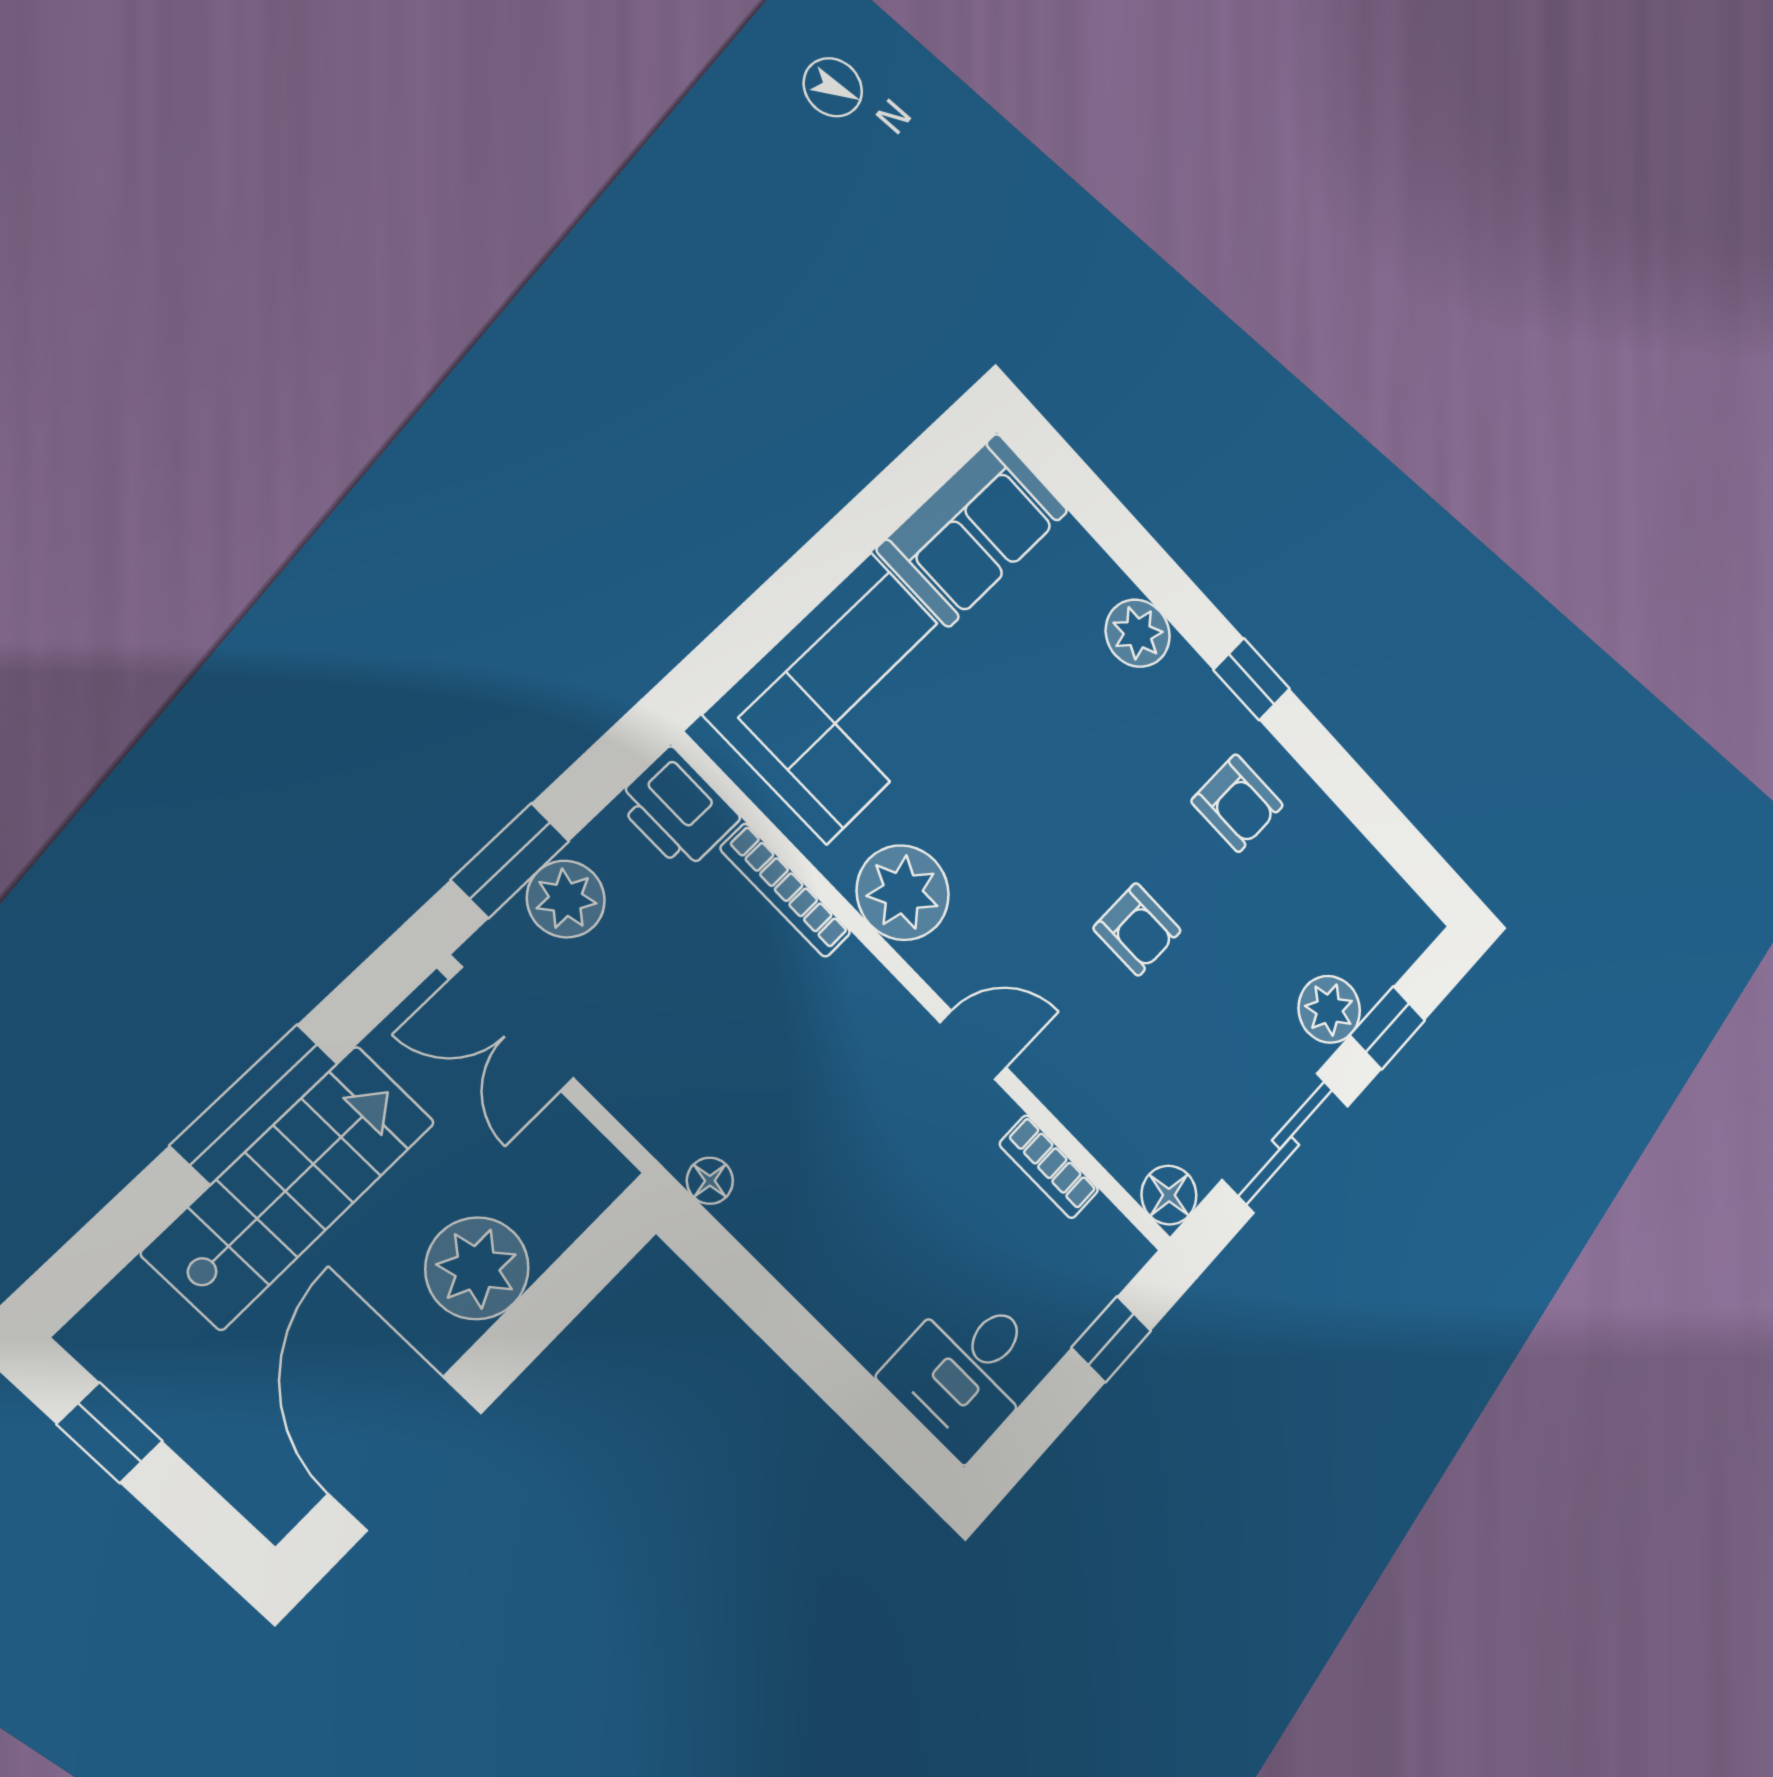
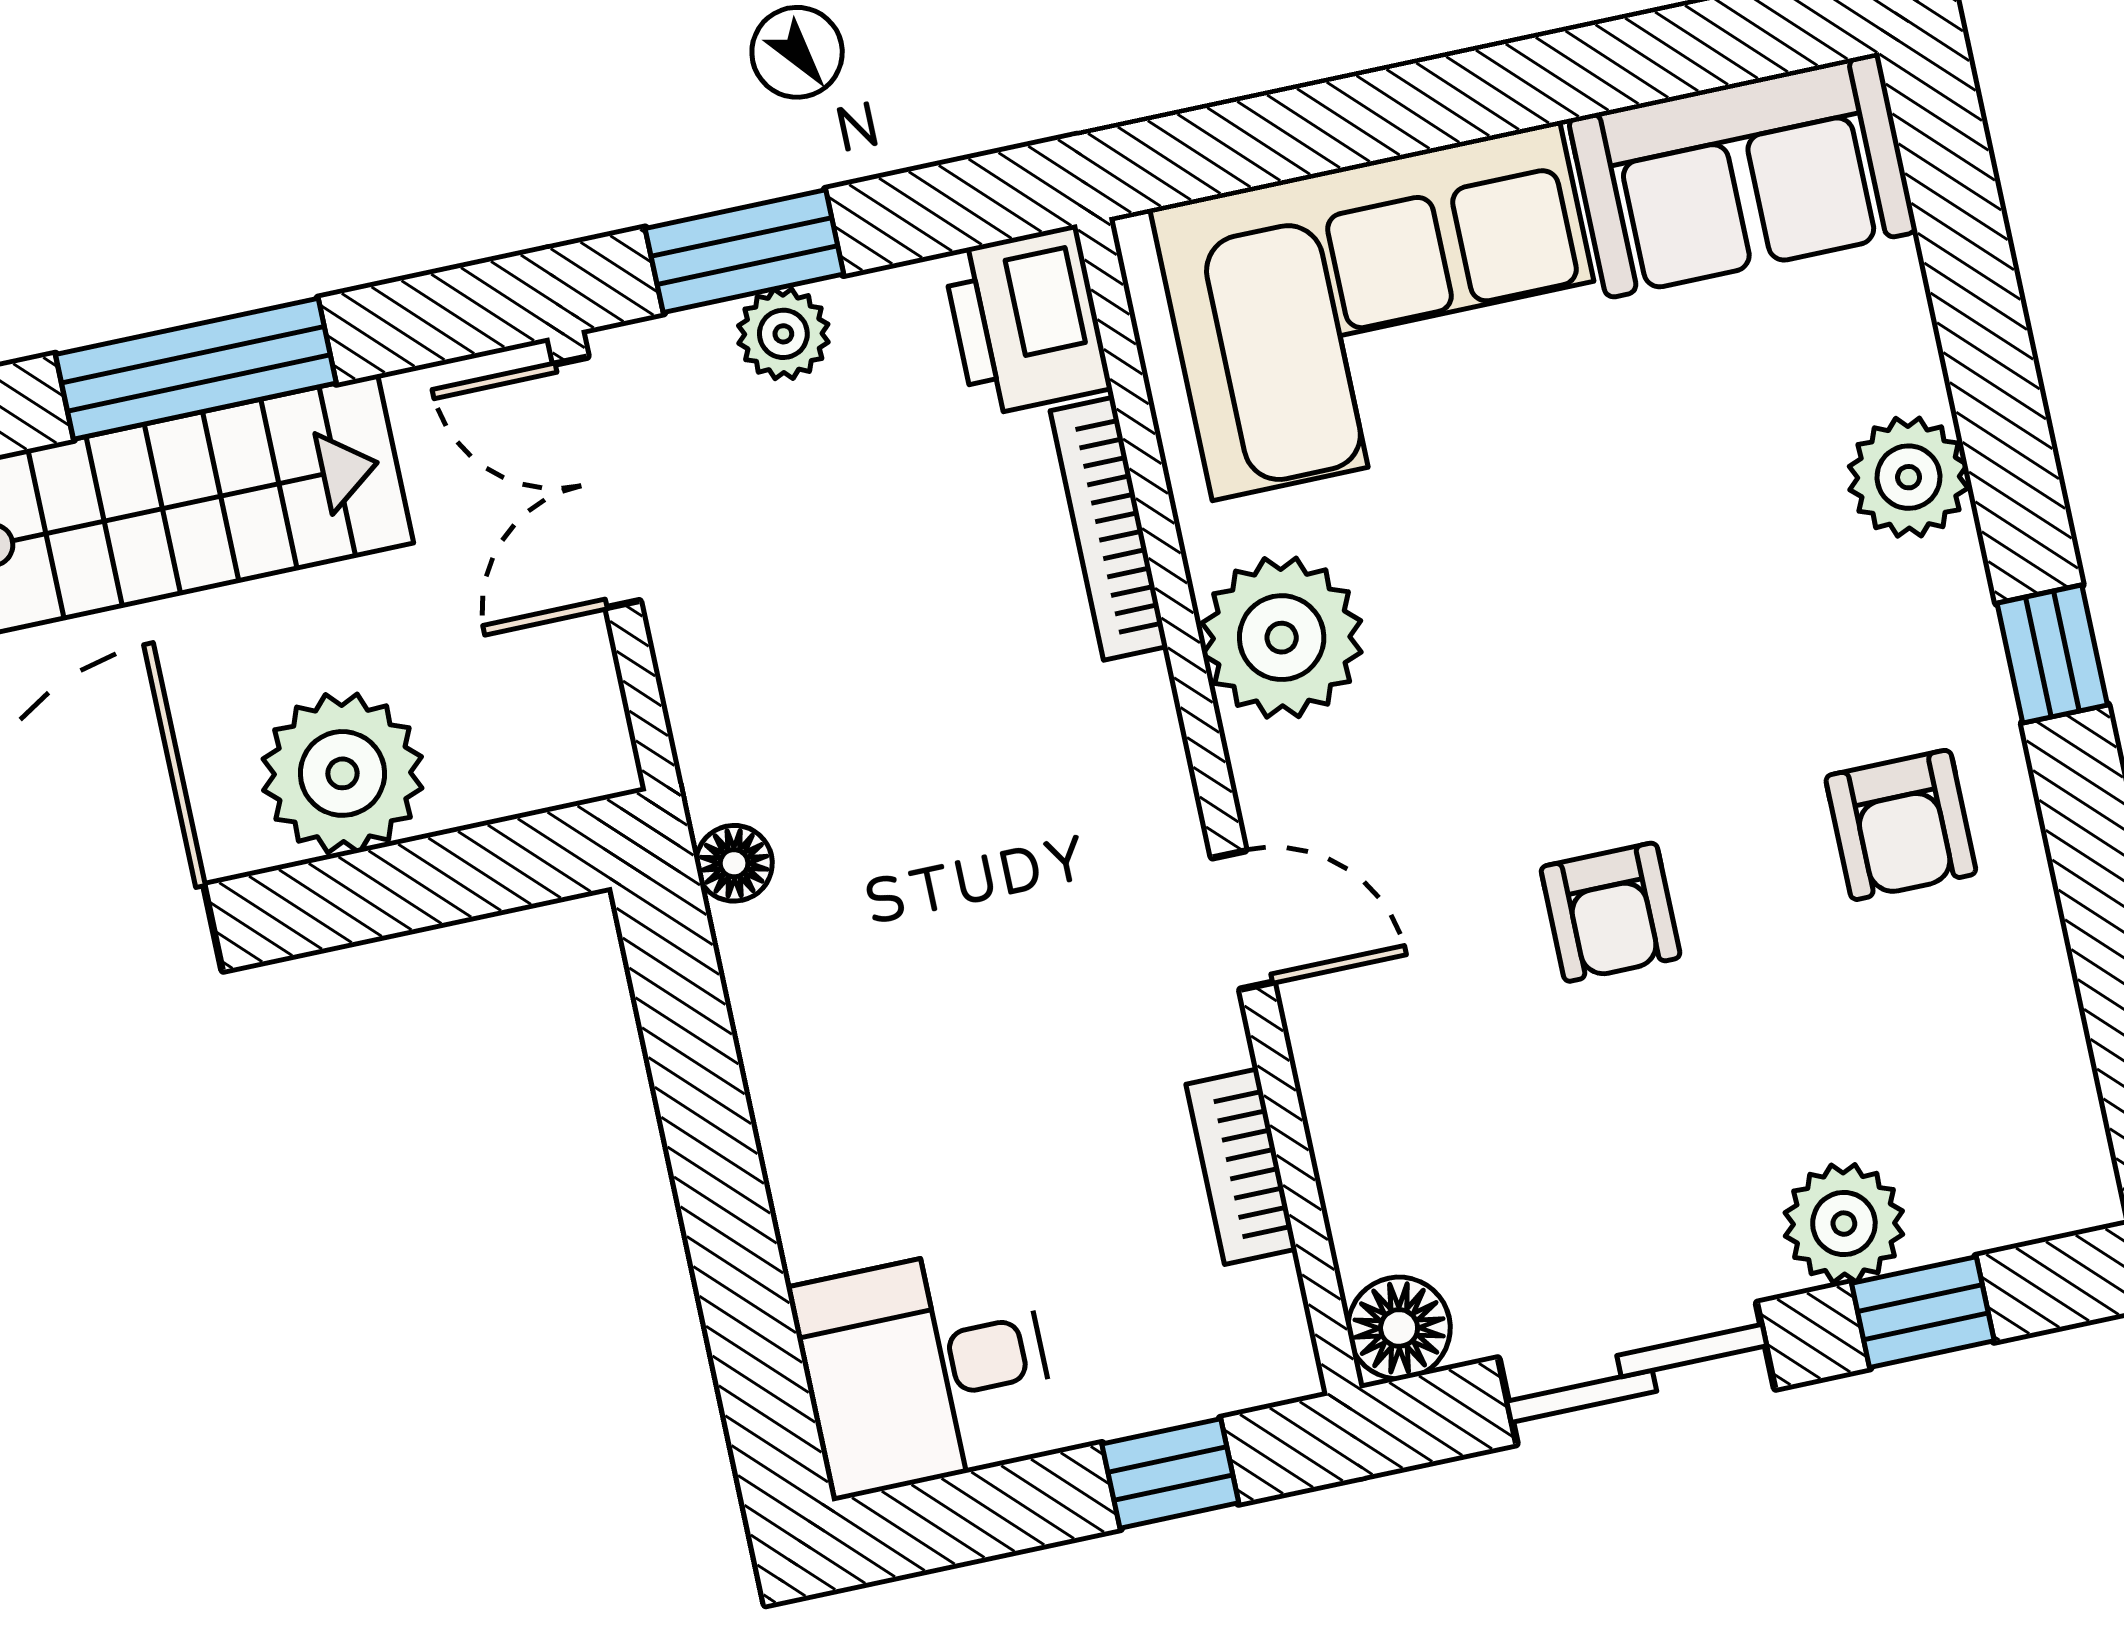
plant: (566, 899) -> (783, 334), width x0.73, depth x0.73

